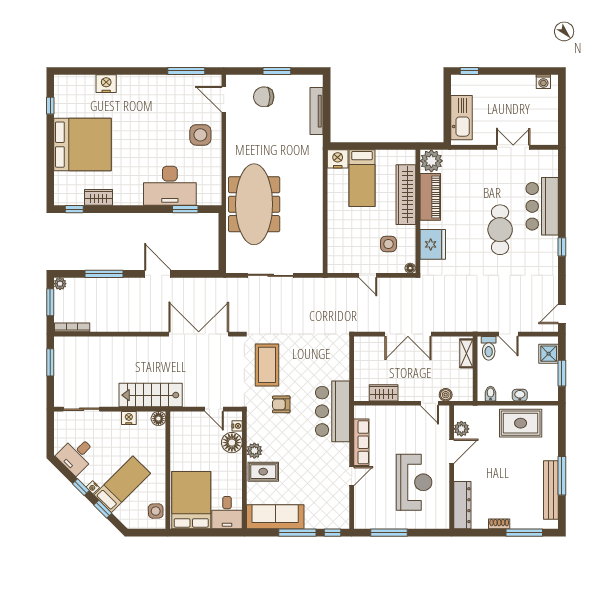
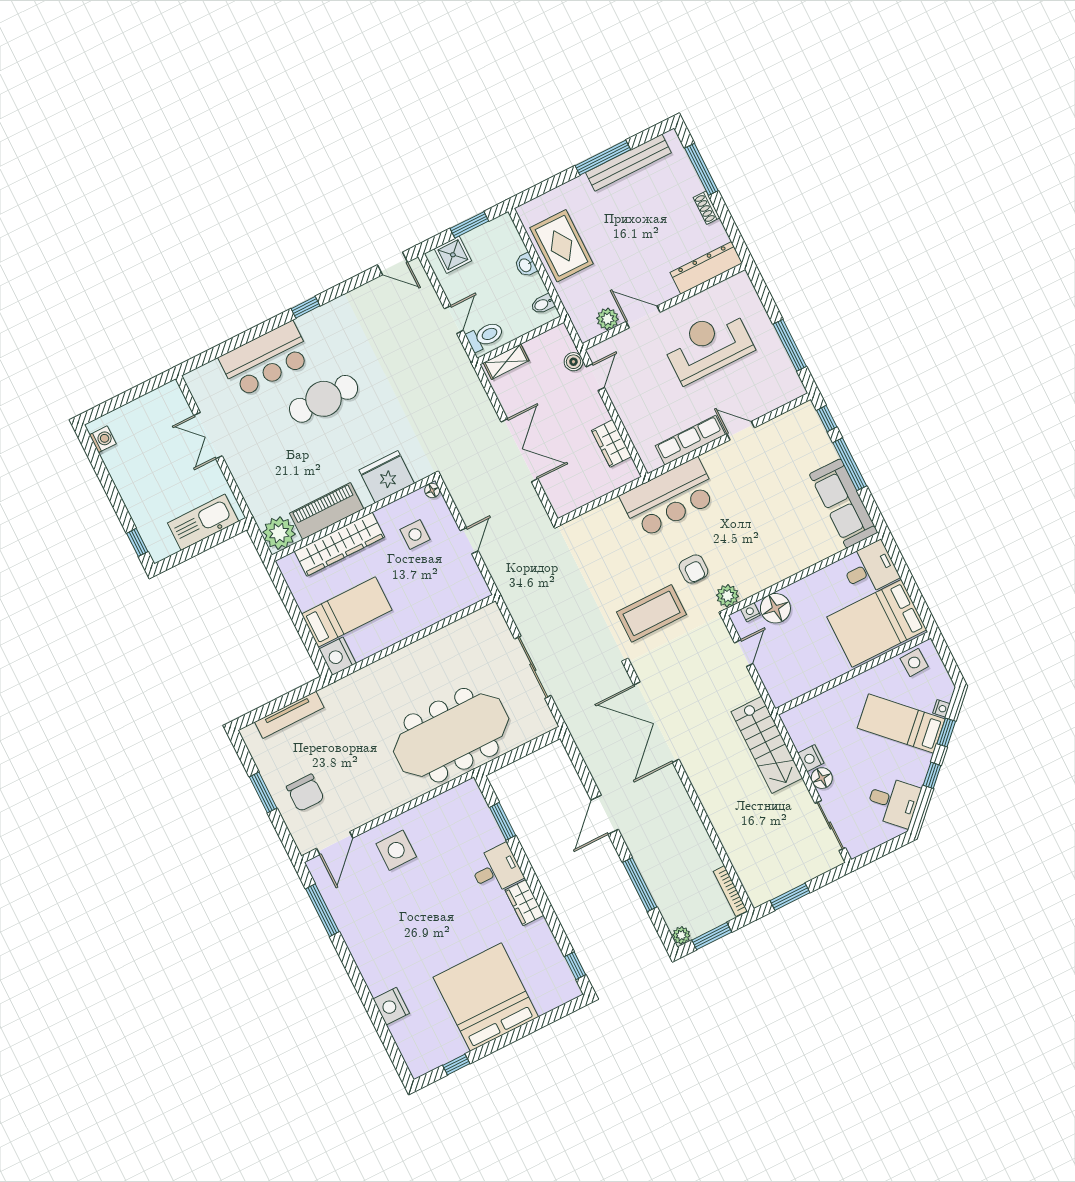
desk: (170, 186) -> (496, 869), width x0.53, depth x0.77
wardrobe: (98, 197) -> (524, 903), moved
floor lamp: (158, 419) -> (822, 778), moved
plant: (254, 451) -> (727, 596), moved
rug: (263, 472) -> (793, 548), removed
nightstand: (93, 487) -> (941, 708), moved

